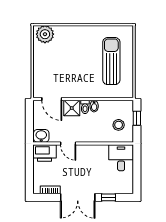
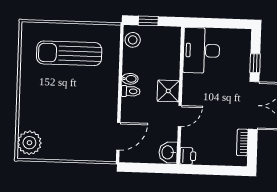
shower: (72, 108) -> (168, 91), moved
stool: (119, 125) -> (133, 40), moved
printer: (44, 153) -> (188, 156), width x0.53, depth x0.68
desk: (121, 158) -> (201, 50), width x1.37

